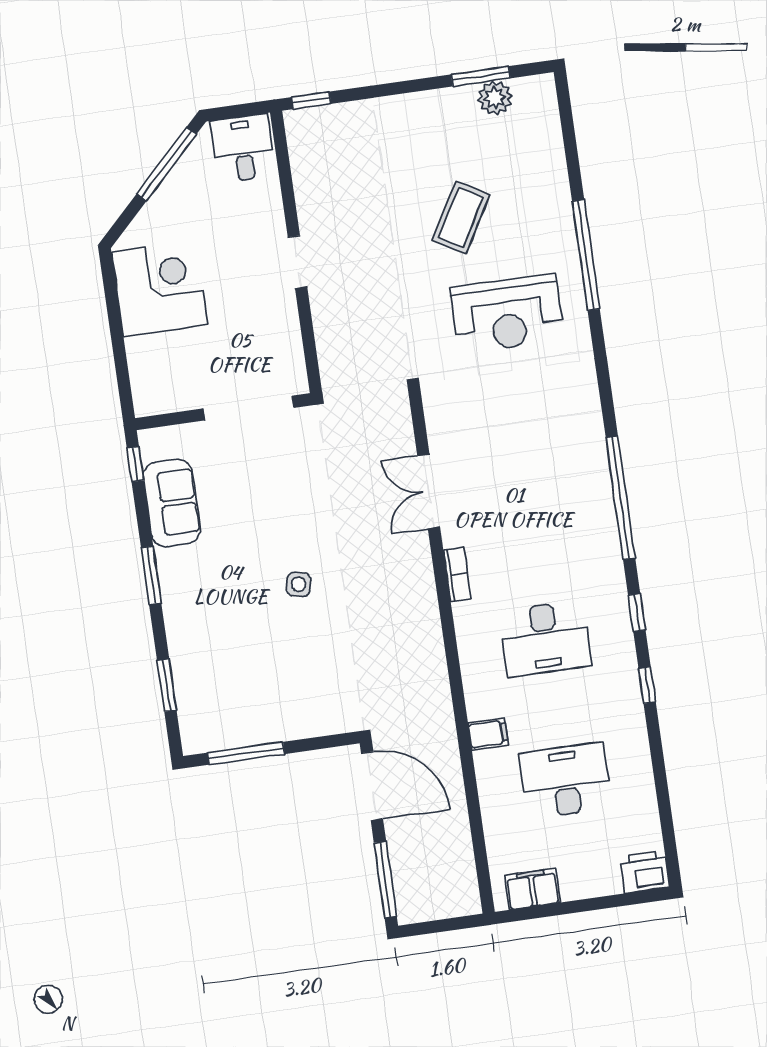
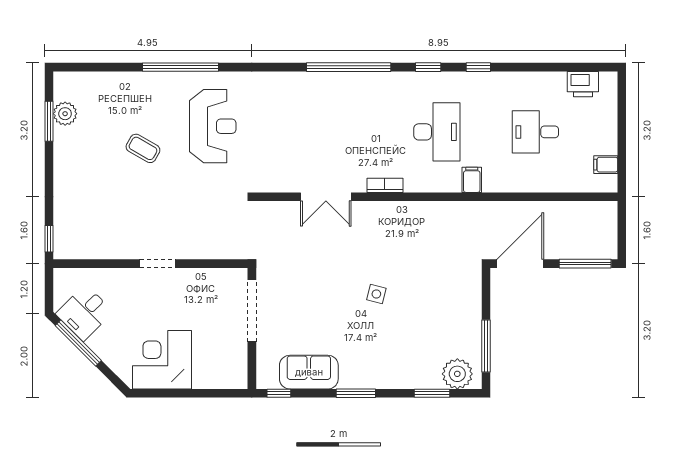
desk: (243, 148) -> (84, 313), moved, turned -45
coffee table: (461, 218) -> (143, 148), width x0.73, depth x0.77
plant: (200, 718) -> (457, 374), added
filing cabinet: (488, 734) -> (472, 180), moved
desk: (565, 781) -> (535, 132), width x0.73
printer: (645, 872) -> (583, 84), moved, turned -90
filing cabinet: (532, 889) -> (606, 165), width x0.50

